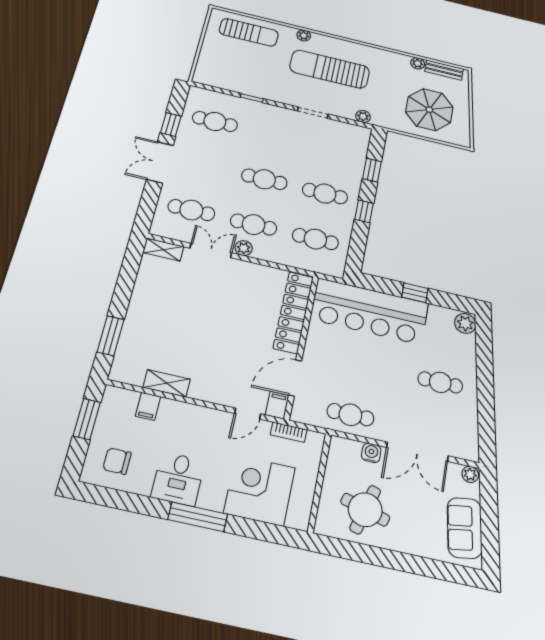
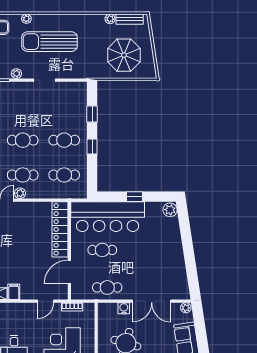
plant: (363, 116) -> (16, 74), moved
cafe table: (440, 382) -> (102, 250), moved
filing cabinet: (277, 405) -> (14, 292), moved

